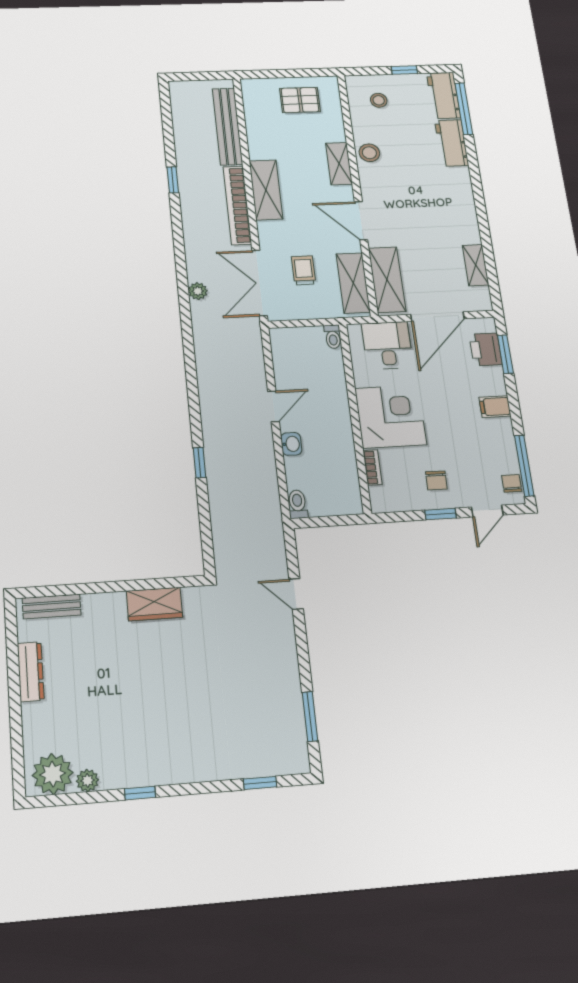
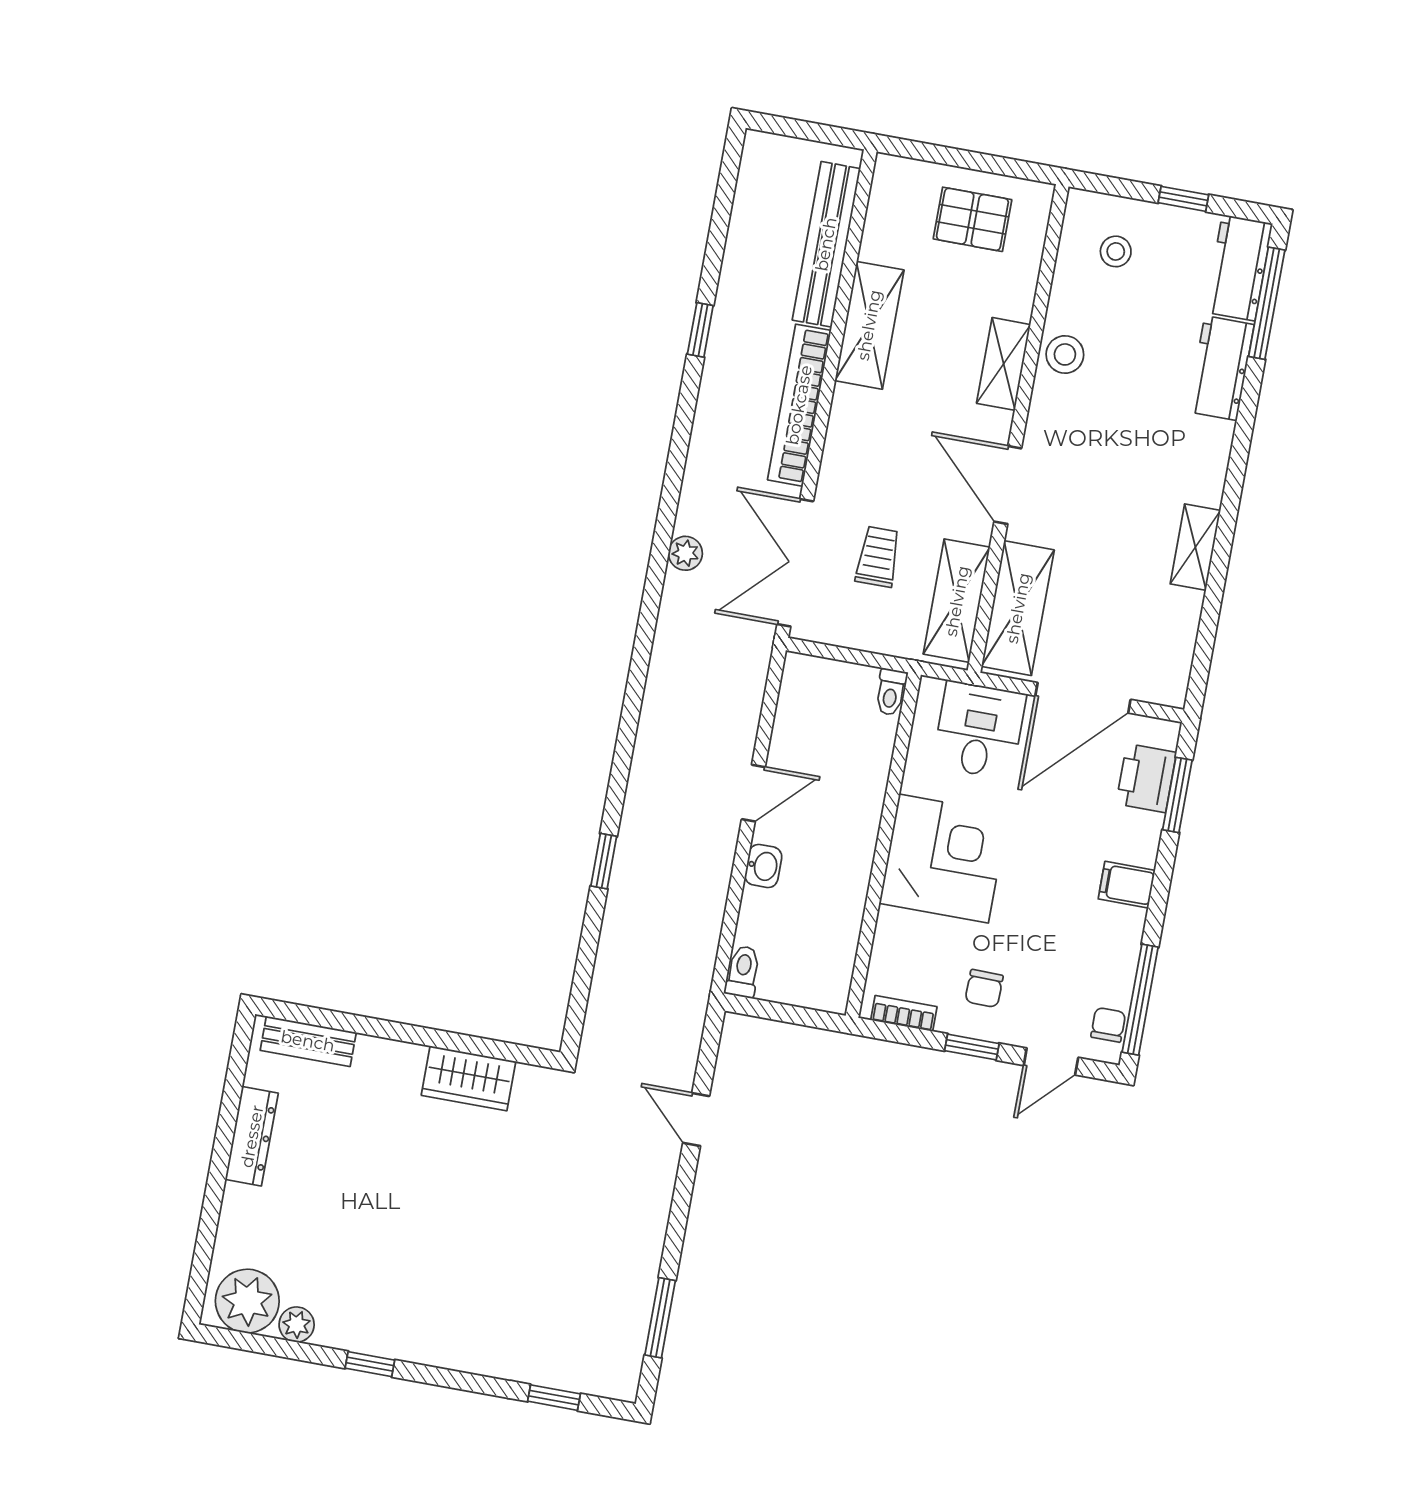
shelving: (266, 190) -> (869, 325), moved
shelving: (476, 265) -> (1195, 547), moved
bookcase: (373, 467) -> (904, 1013), moved, turned -90

